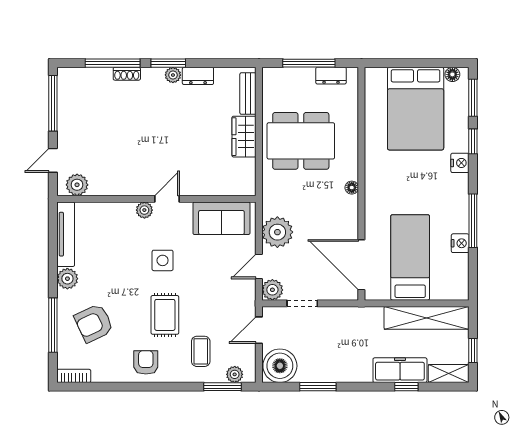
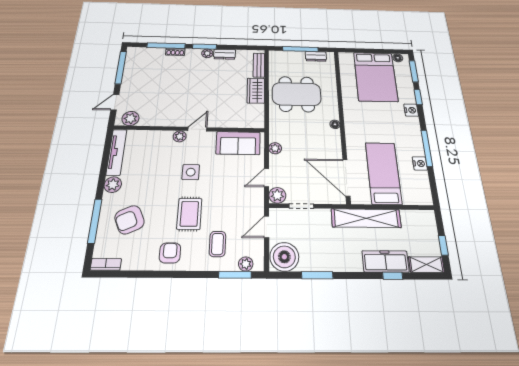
plant: (277, 232) -> (275, 148), width x0.53, depth x0.53
shelving: (427, 318) -> (366, 218), moved

